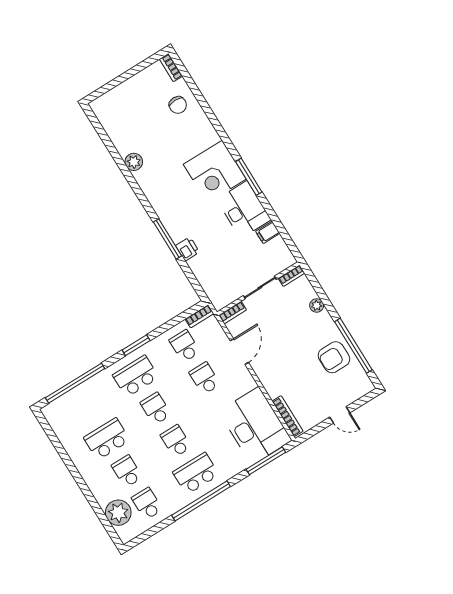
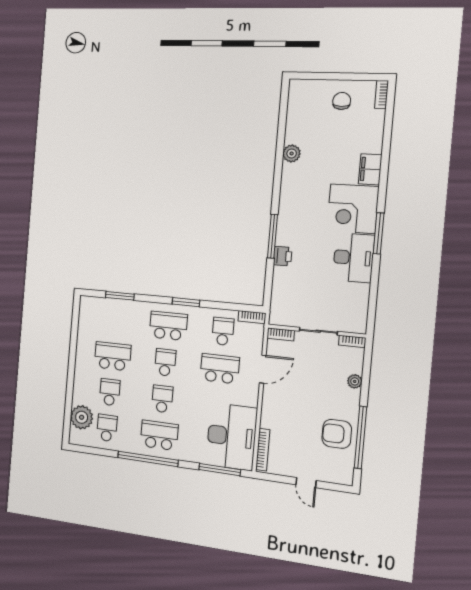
chair: (178, 105) -> (342, 101), moved, turned 180
filing cabinet: (268, 232) -> (370, 169), moved, width x2.00
school desk: (205, 378) -> (220, 369), width x1.85
window: (75, 383) -> (120, 296), width x0.47

